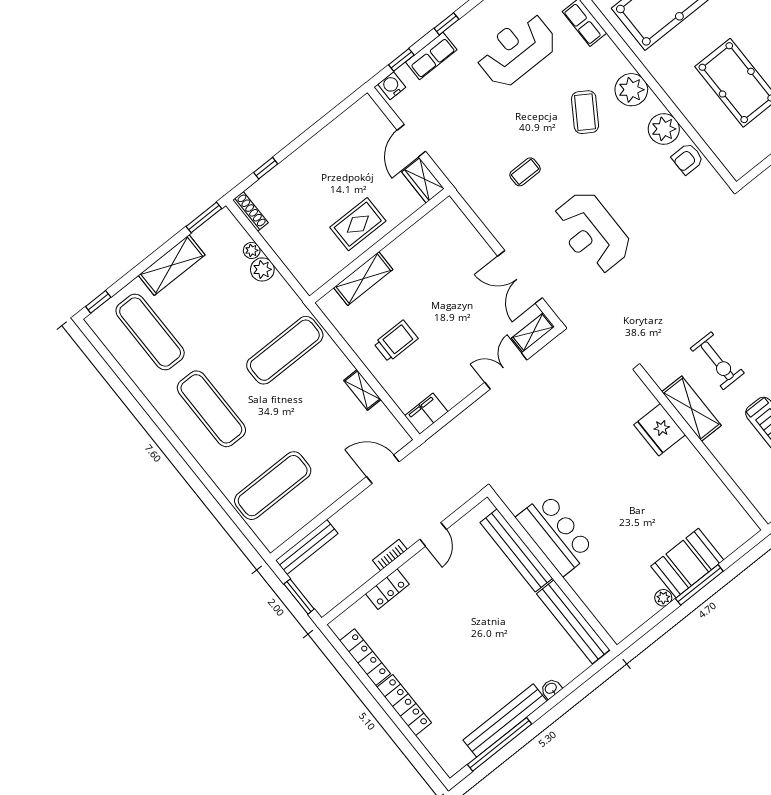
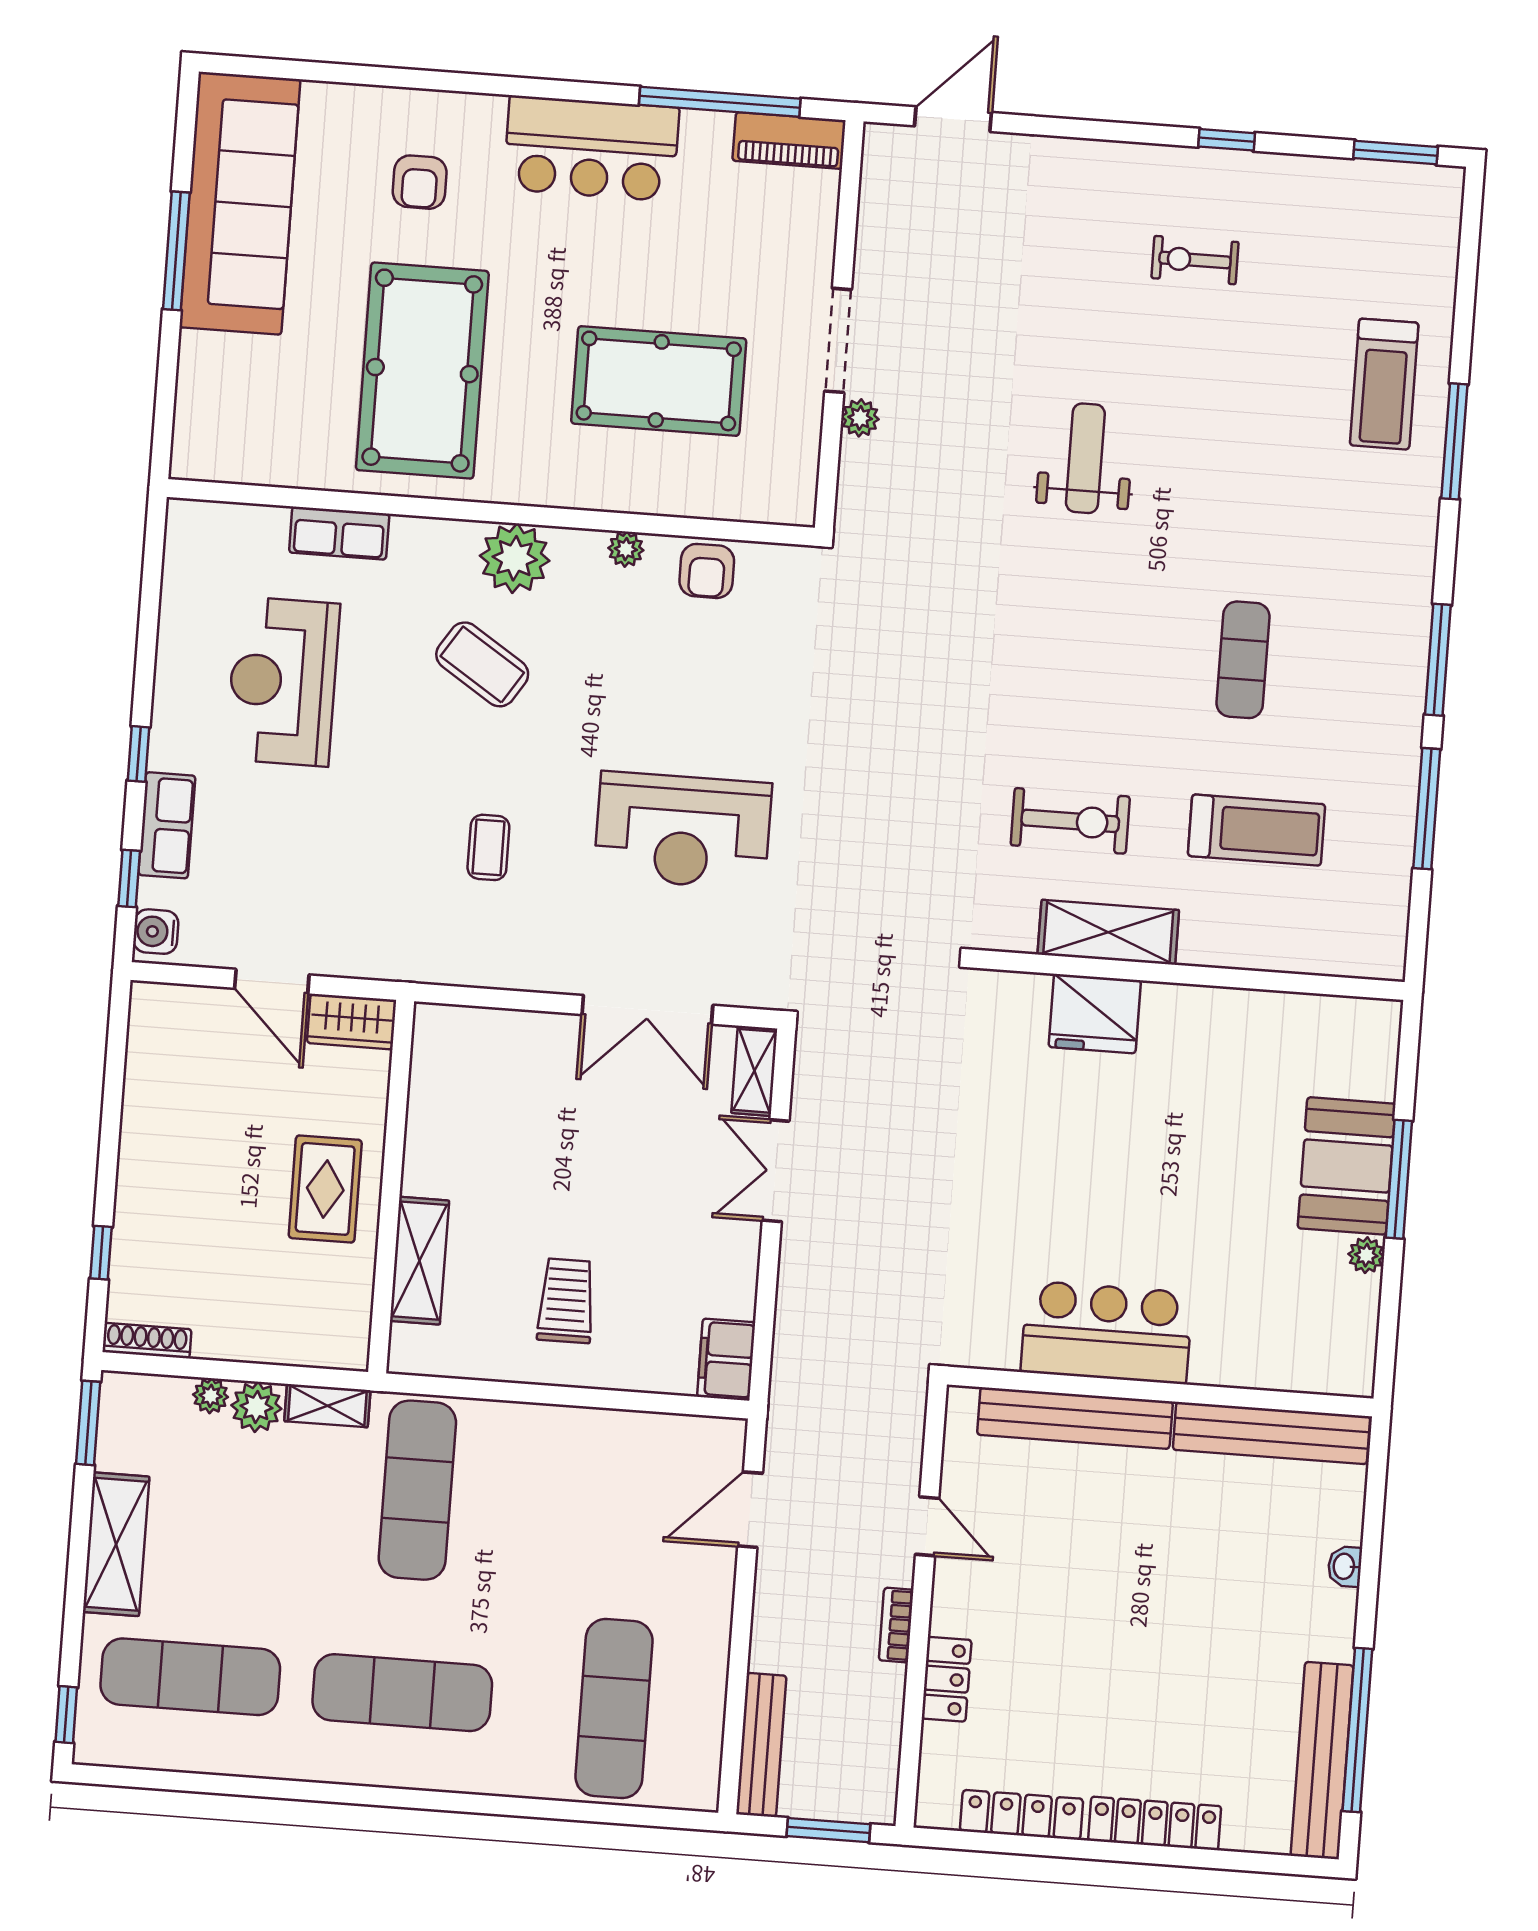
plant: (664, 129) -> (626, 549), width x0.53, depth x0.53
shelving: (362, 390) -> (327, 1406), moved
bench: (505, 720) -> (1322, 1761), moved

